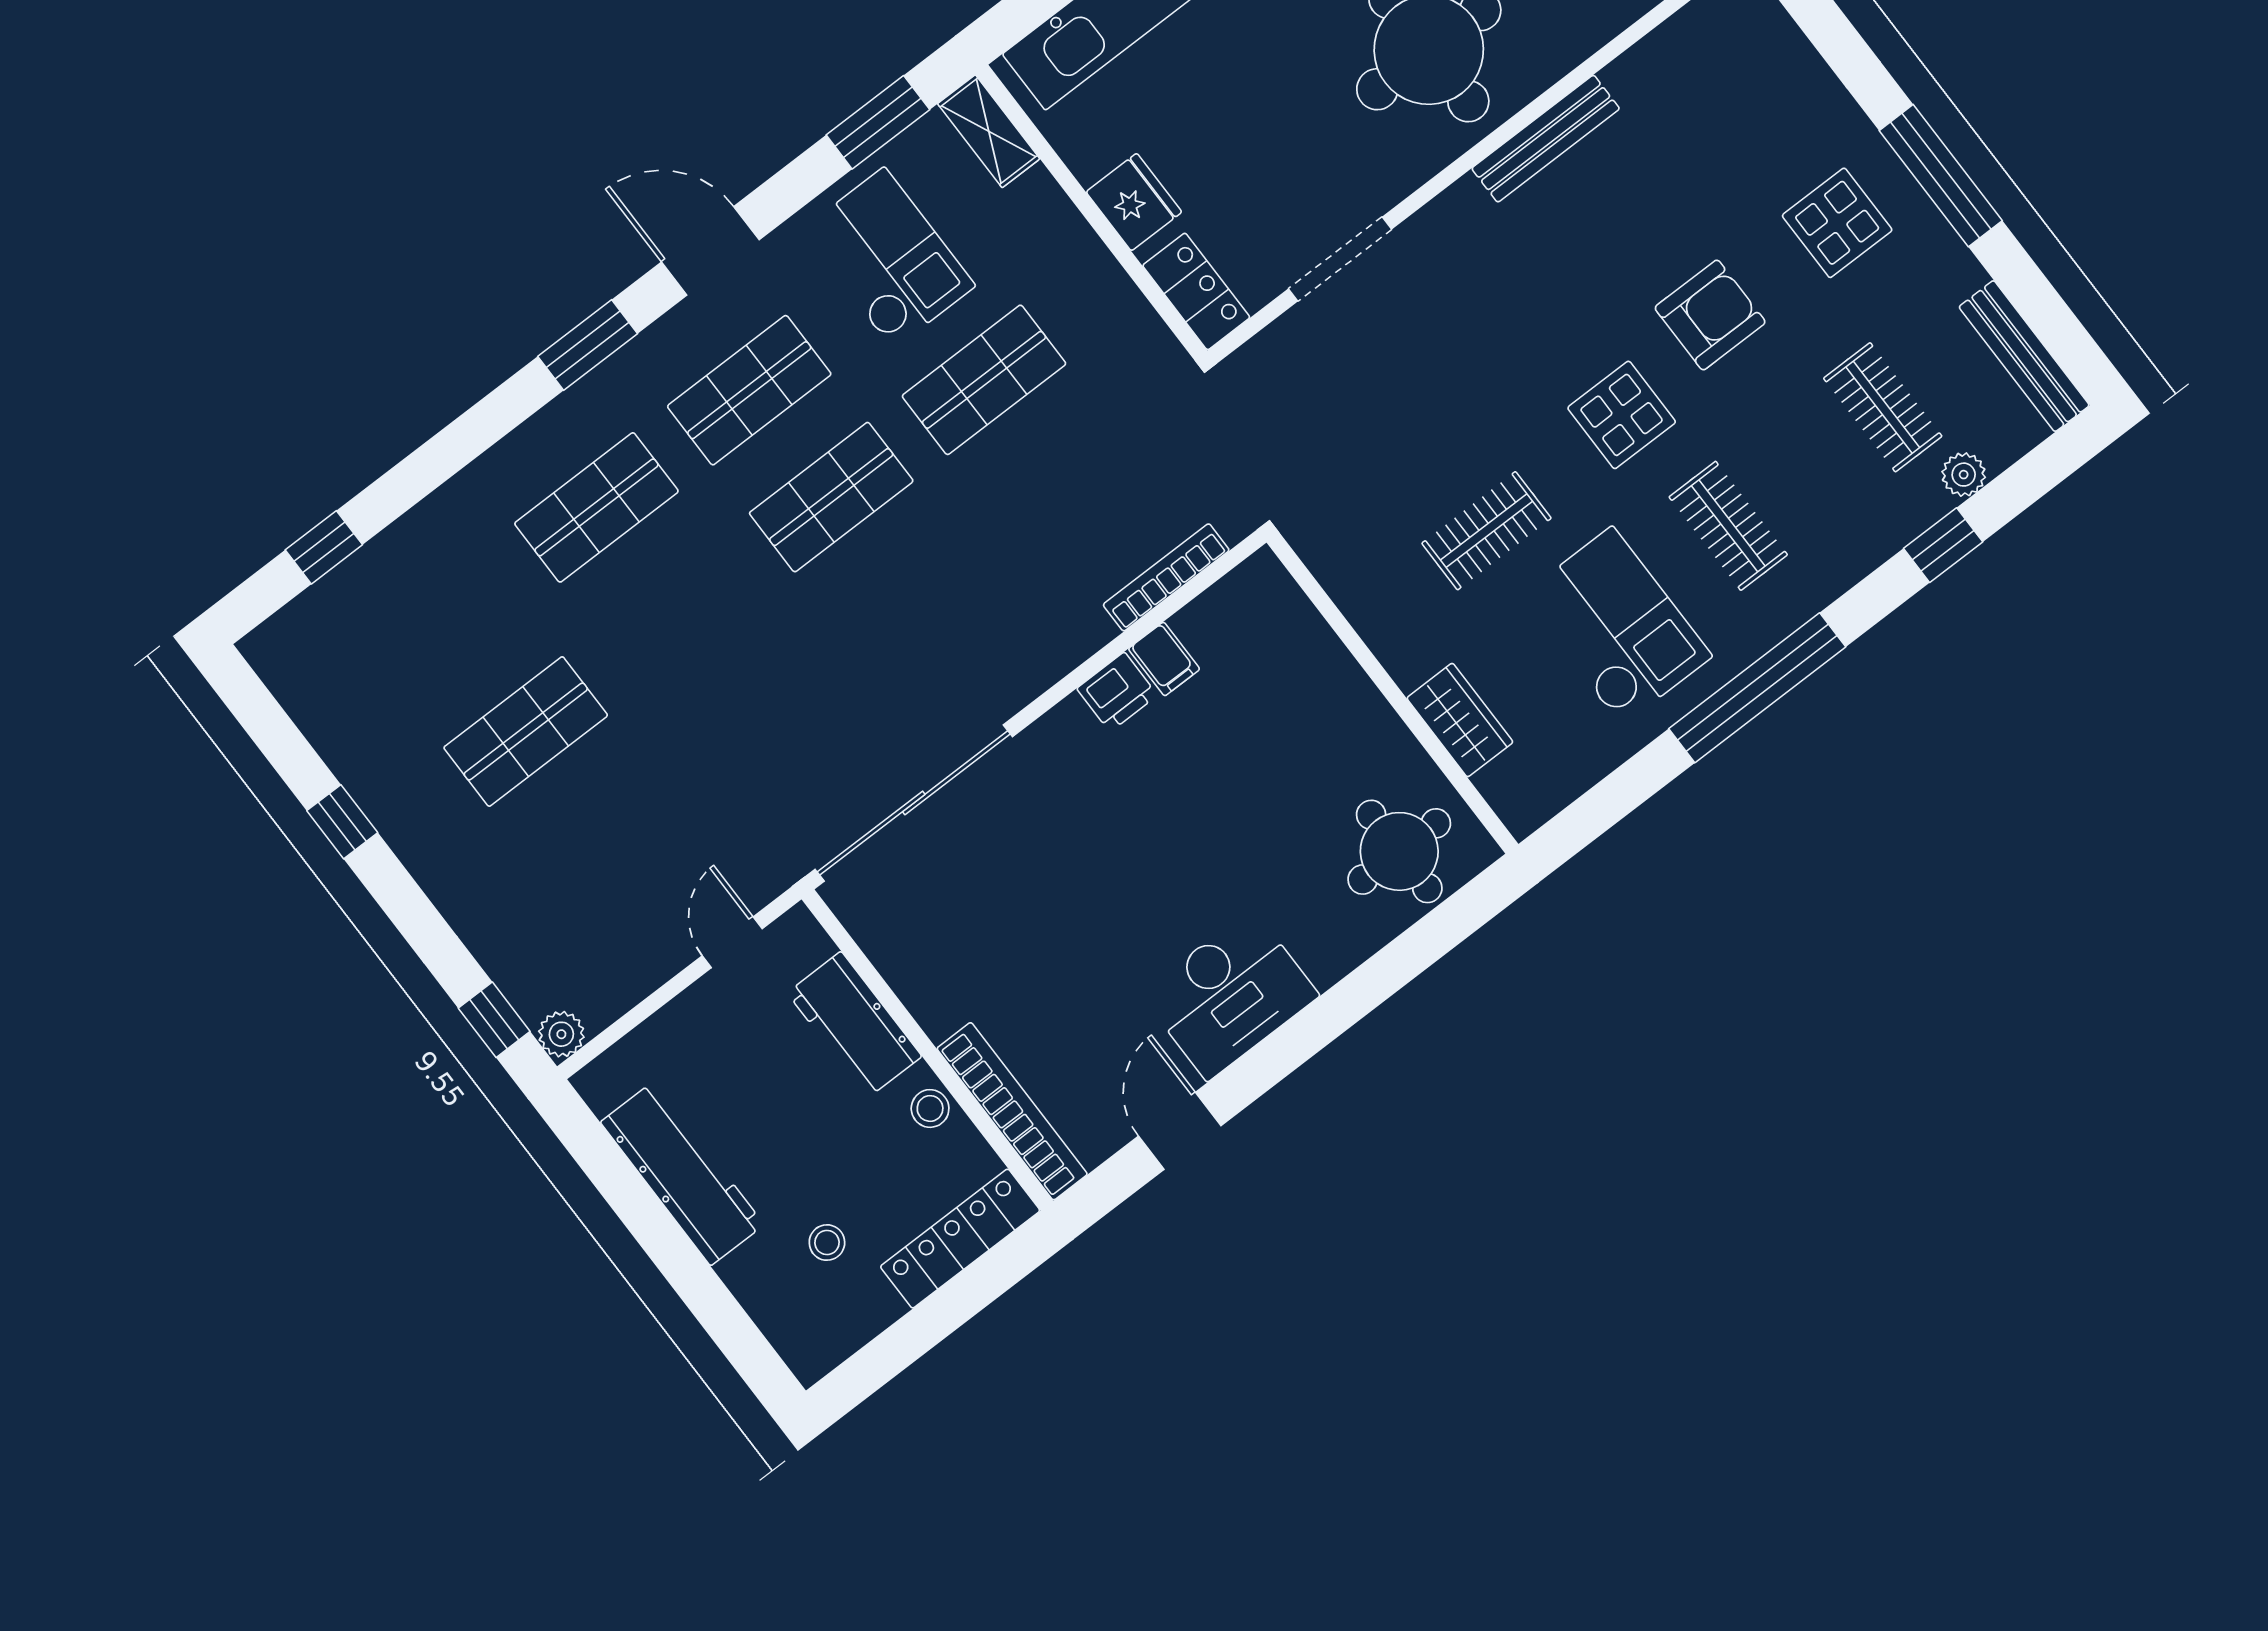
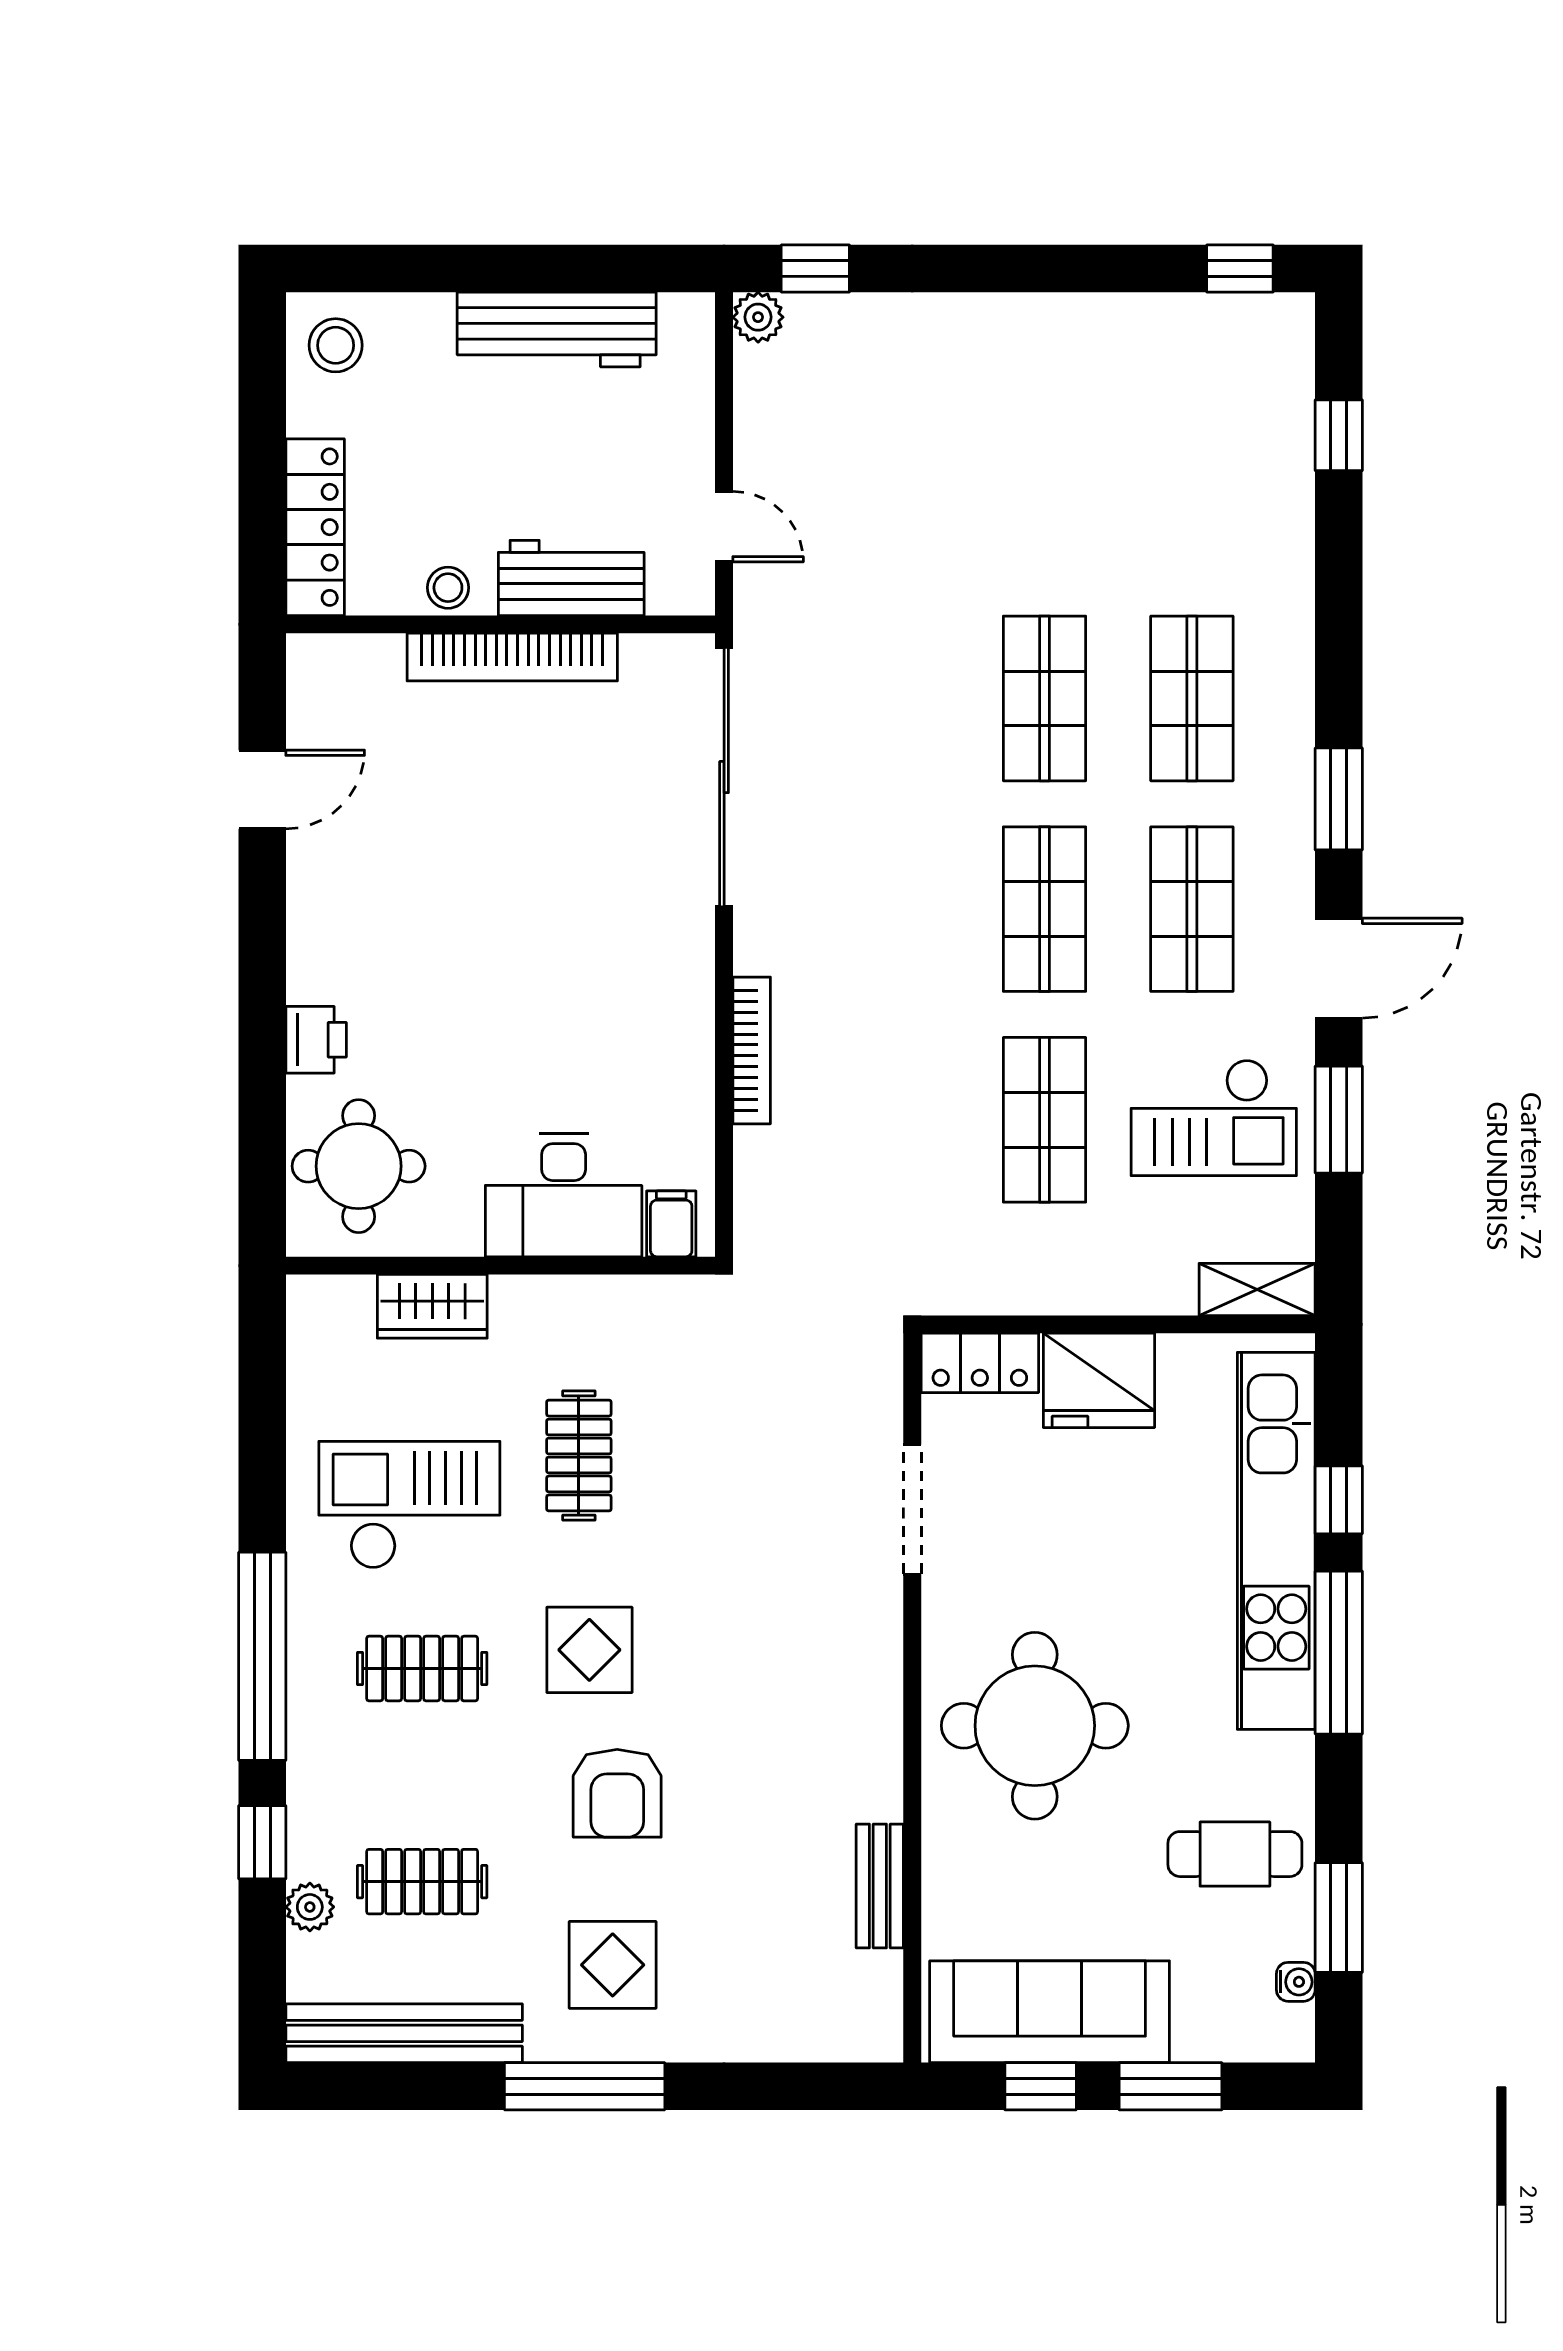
window: (878, 122) -> (1339, 1120), moved
bench: (1546, 139) -> (880, 1886), moved, width x0.73
fridge: (1134, 202) -> (1099, 1380), width x1.36, depth x1.34
bench: (2024, 356) -> (404, 2033), width x1.37, depth x1.21
bookcase: (1166, 577) -> (752, 1050), moved
checkout: (1617, 626) -> (409, 1505), turned 180
filing cabinet: (1164, 659) -> (671, 1224), moved, turned 90
window: (1757, 688) -> (262, 1656), moved
printer: (1117, 692) -> (316, 1040), moved, turned 180
shop shelf: (526, 731) -> (1045, 698), moved
window: (342, 822) -> (1240, 268), moved
desk: (1230, 995) -> (564, 1195), moved, turned -90
bookcase: (1012, 1111) -> (512, 657), moved
door: (1180, 1131) -> (262, 789), hinge flipped
stool: (827, 1243) -> (336, 345), moved, width x1.37, depth x1.37

